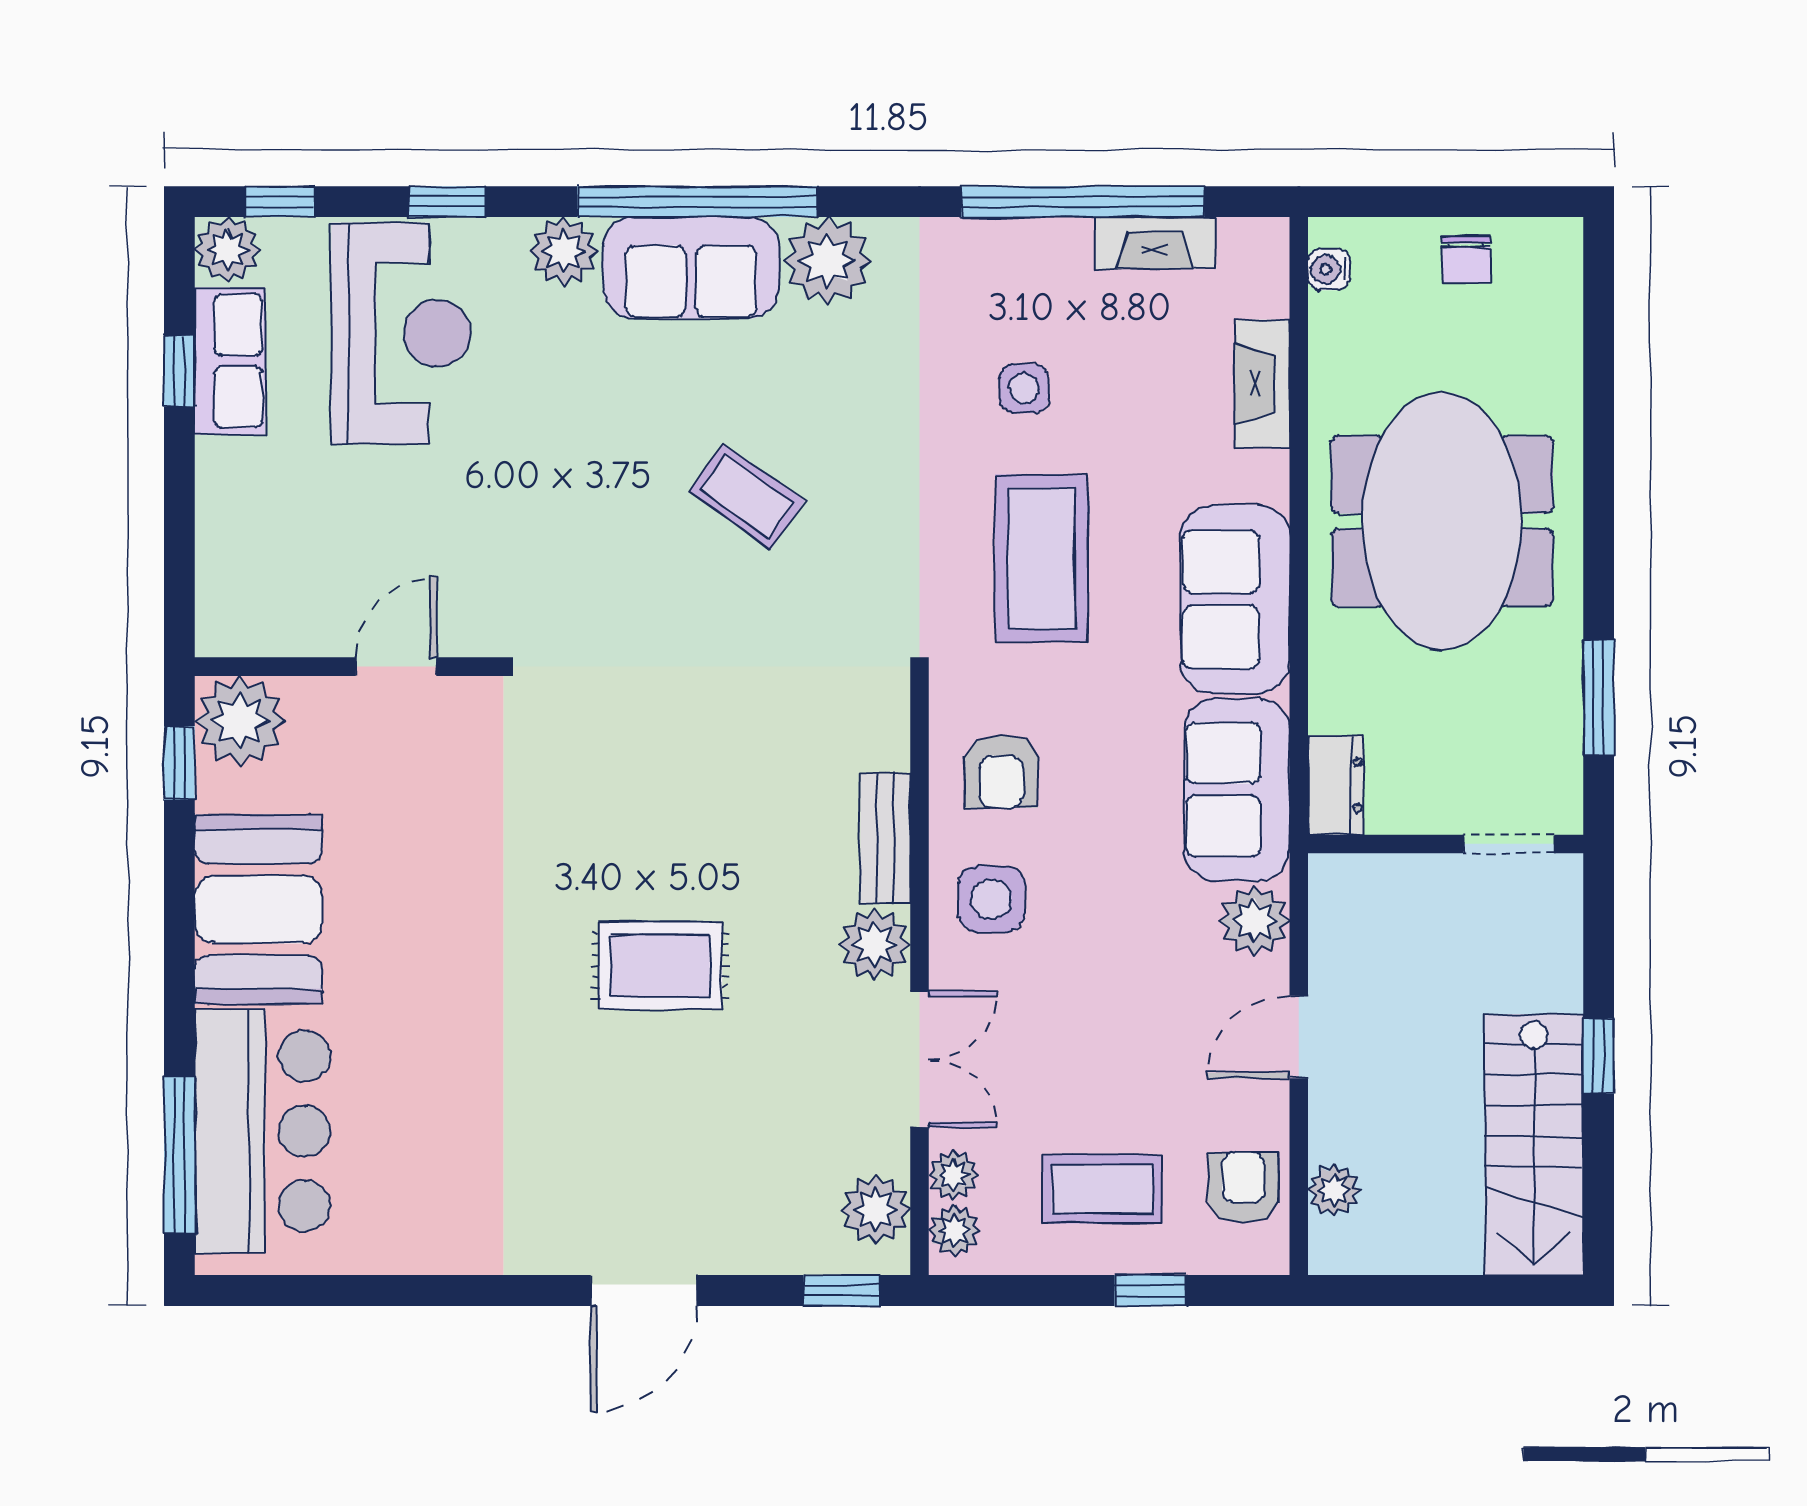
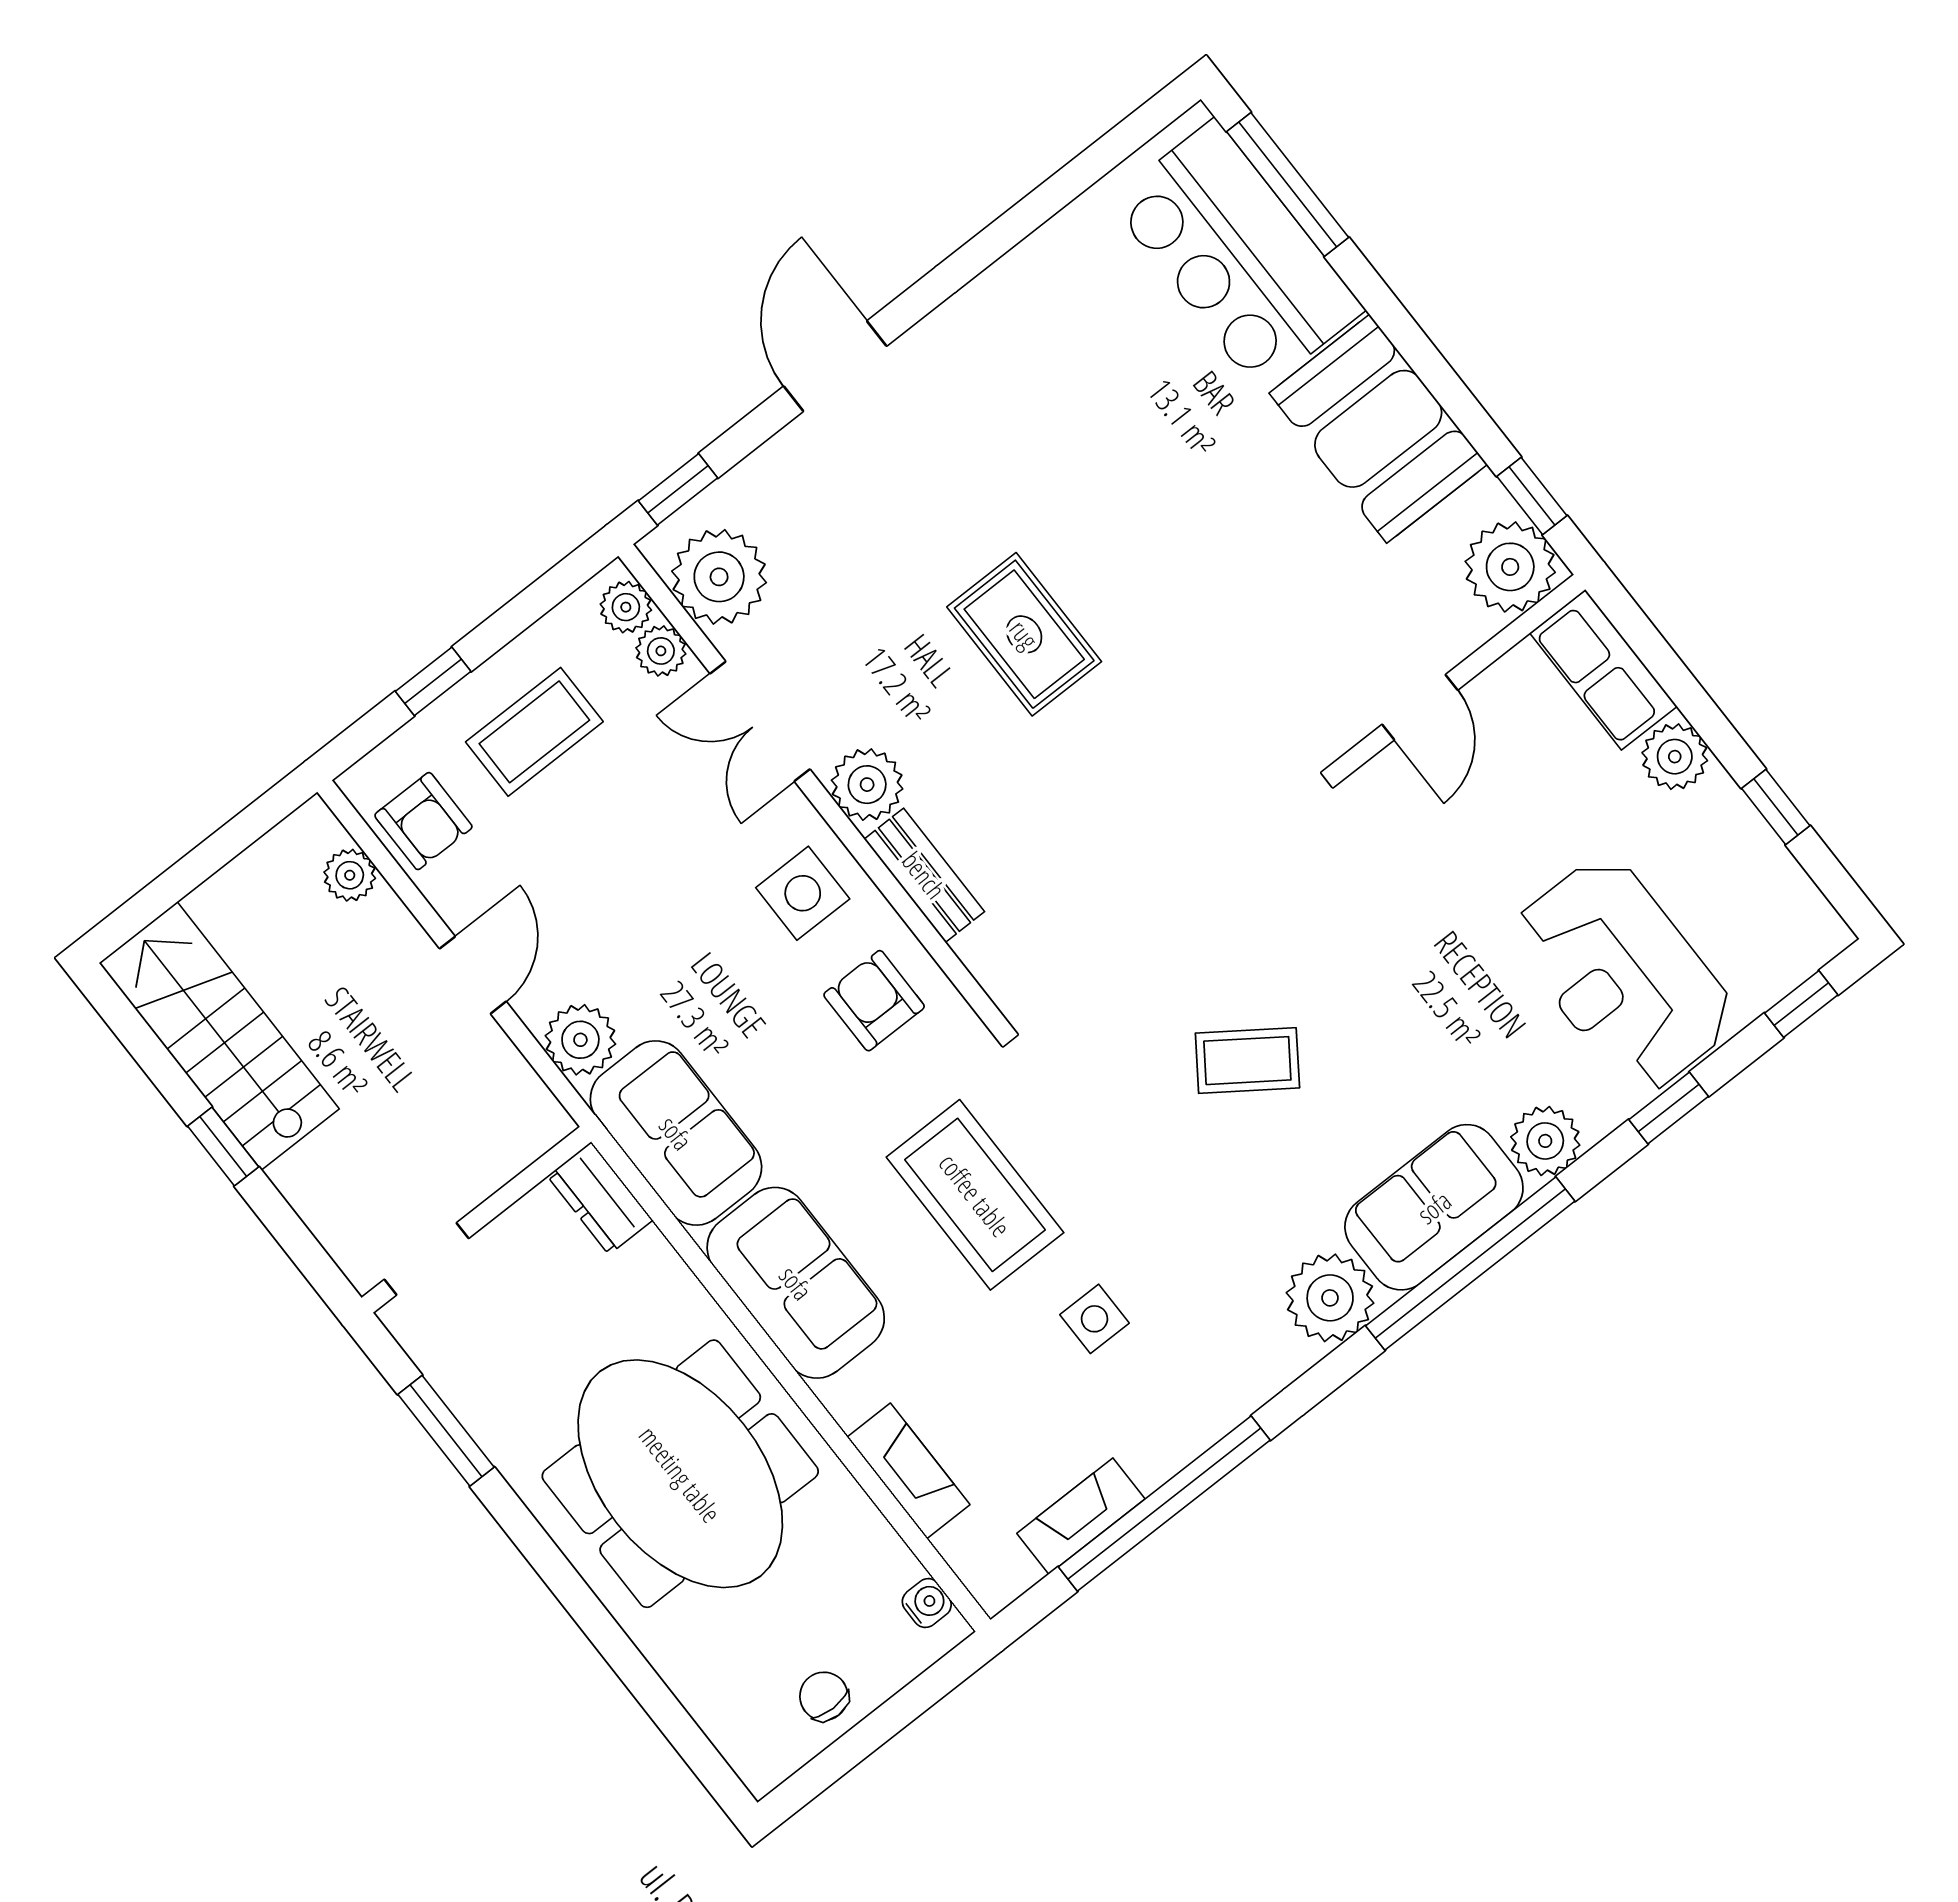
plant: (227, 250) -> (1675, 757), moved
row of seats: (230, 361) -> (1604, 670), moved
rug: (660, 966) -> (1024, 634), turned 90
plant: (876, 1210) -> (719, 577), width x1.36, depth x1.36

